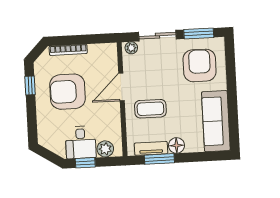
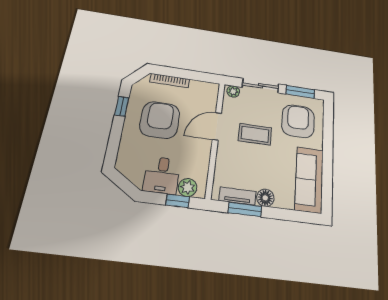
armchair: (68, 92) -> (160, 120), turned 90
coffee table: (150, 109) -> (255, 134), moved
window: (85, 163) -> (178, 201), moved

